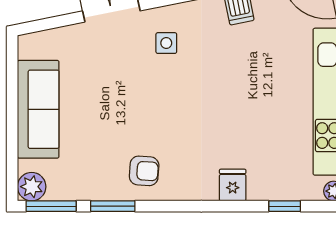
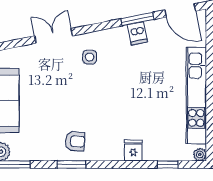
window: (113, 206) -> (71, 164), moved

